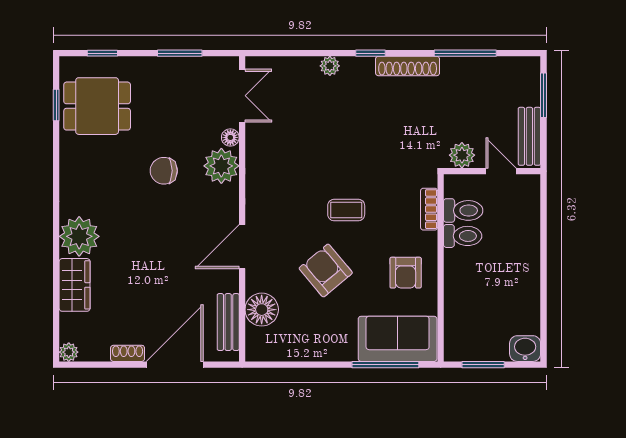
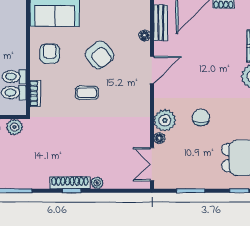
shoe rack: (408, 66) -> (70, 183), moved
chair: (164, 171) -> (201, 117), turned -90
floor lamp: (262, 310) -> (145, 35), width x0.53, depth x0.53

